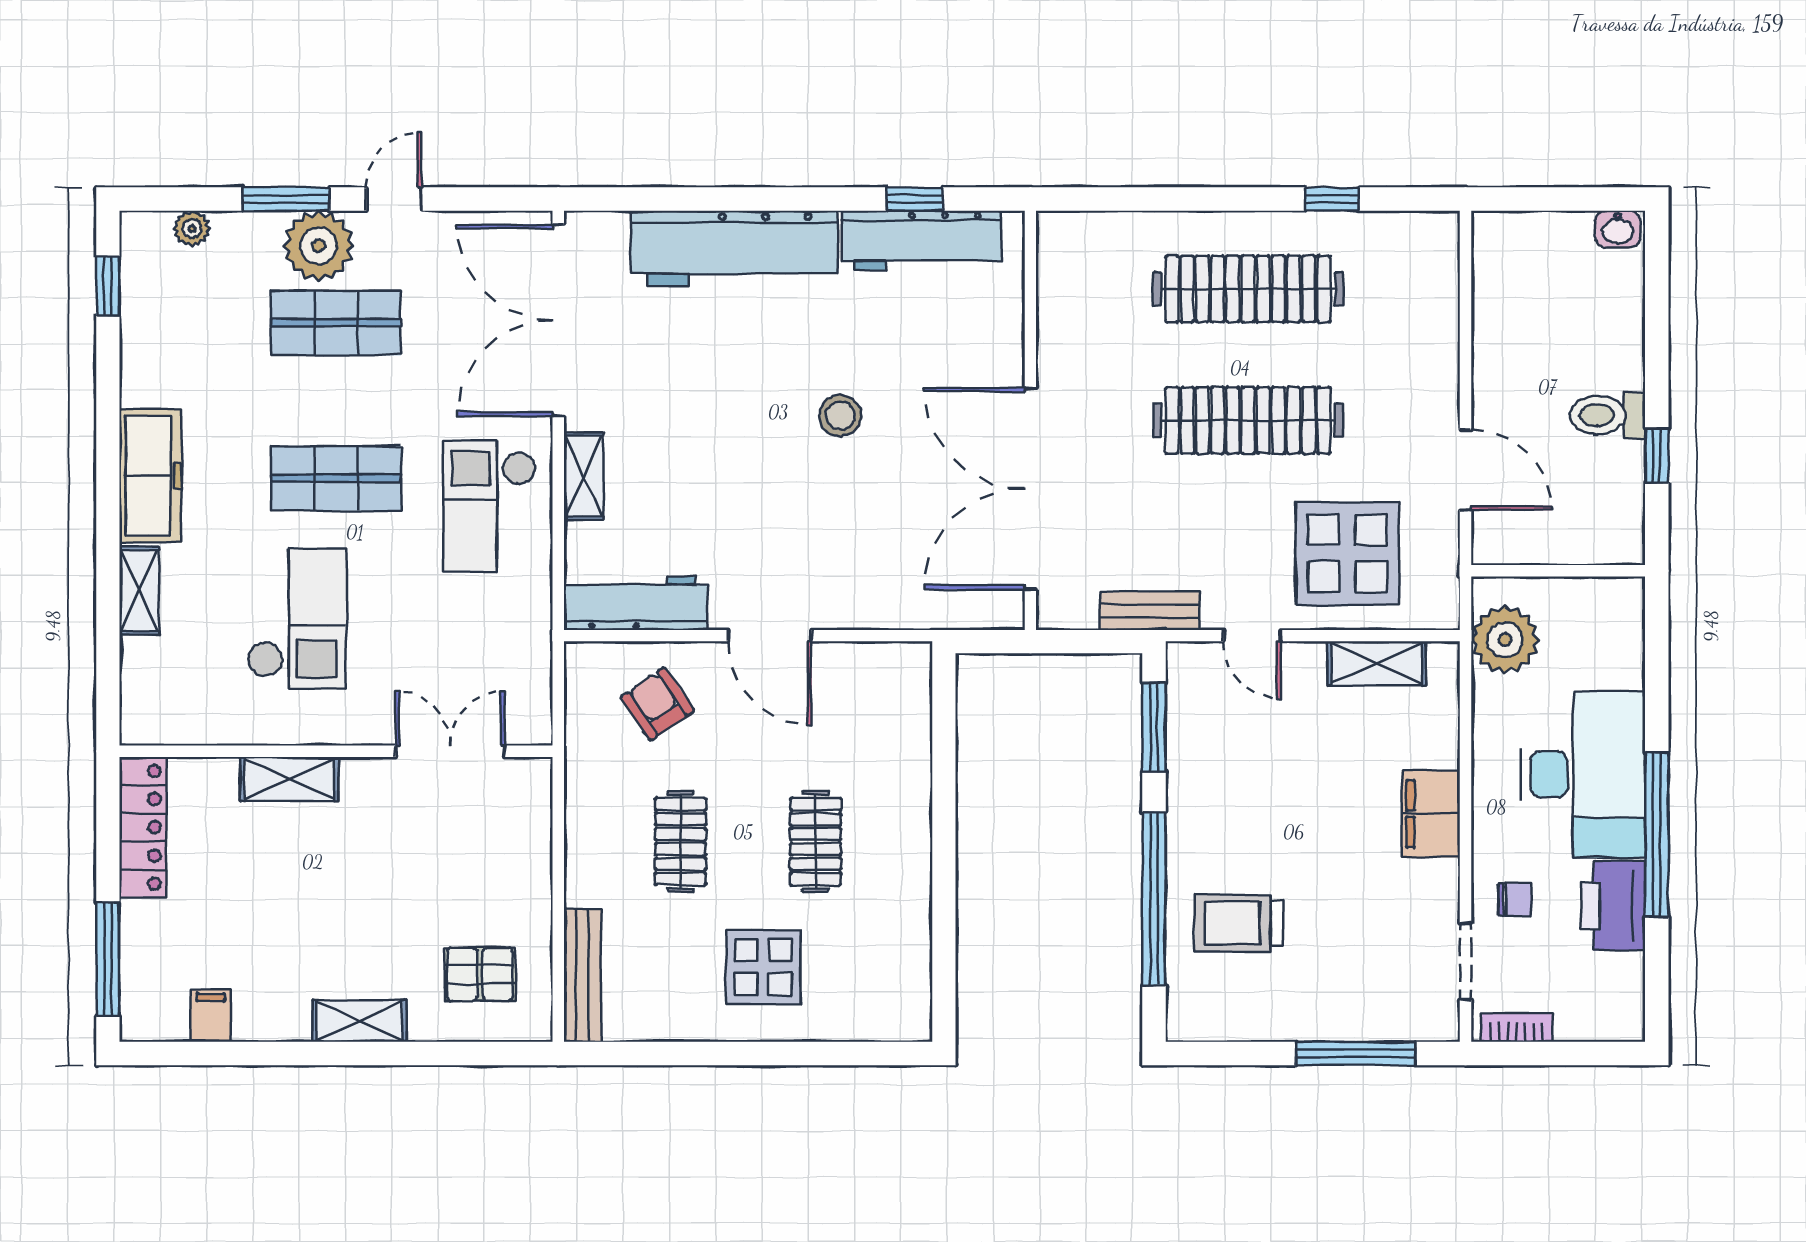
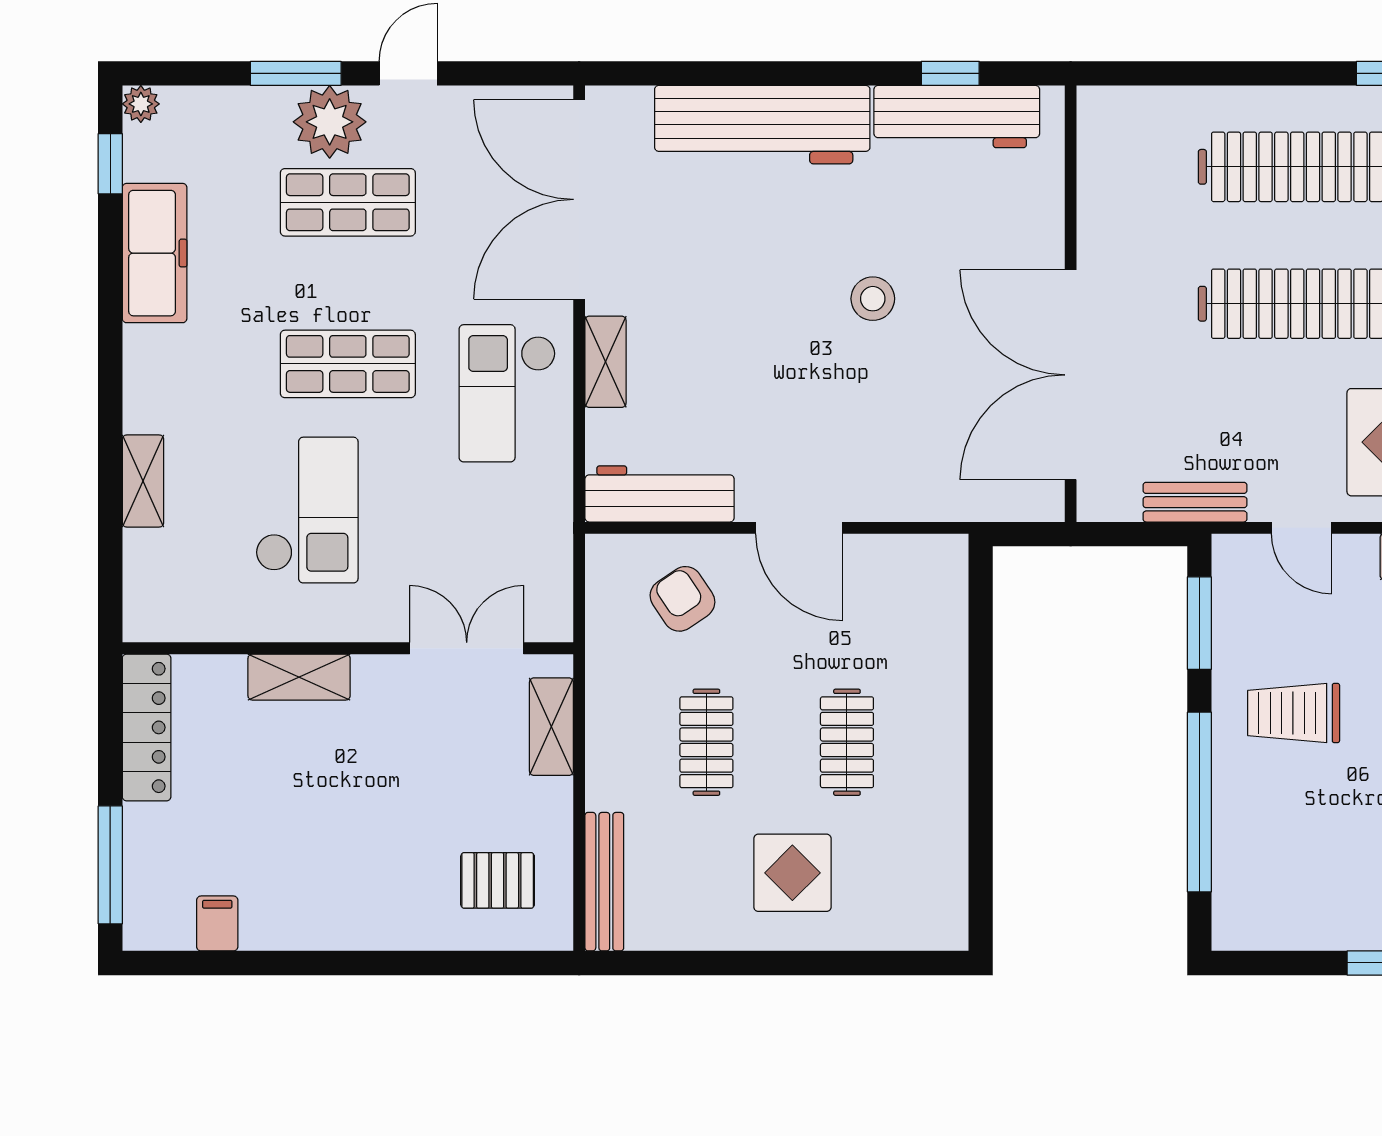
plant: (192, 228) -> (141, 104), moved
freezer: (151, 476) -> (155, 253), moved
trolley: (1239, 923) -> (1294, 713), moved
shelving: (359, 1021) -> (551, 727), moved, turned 90

